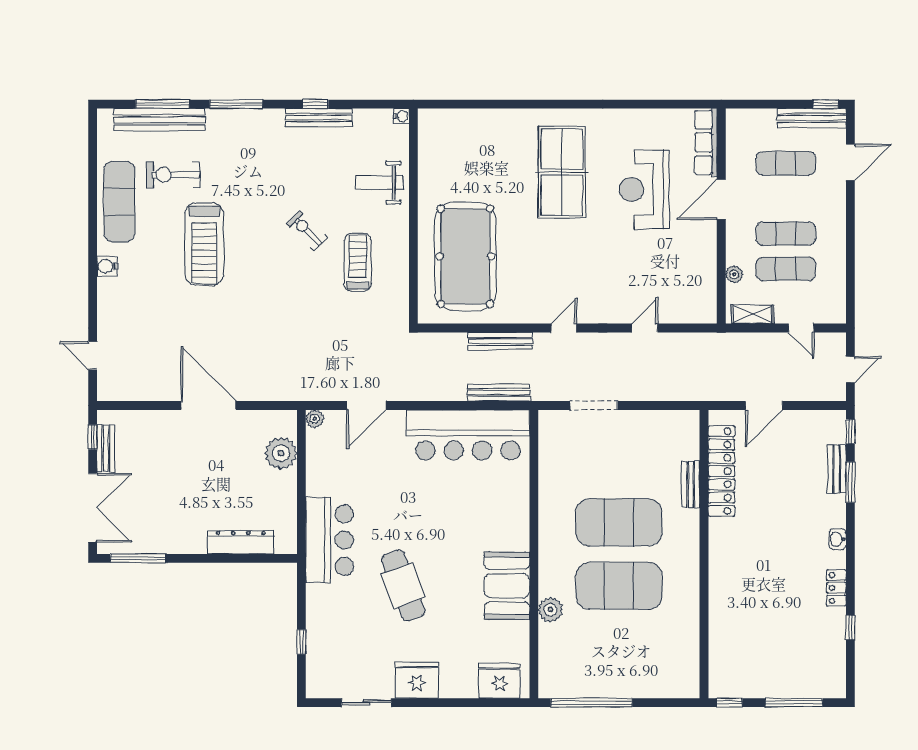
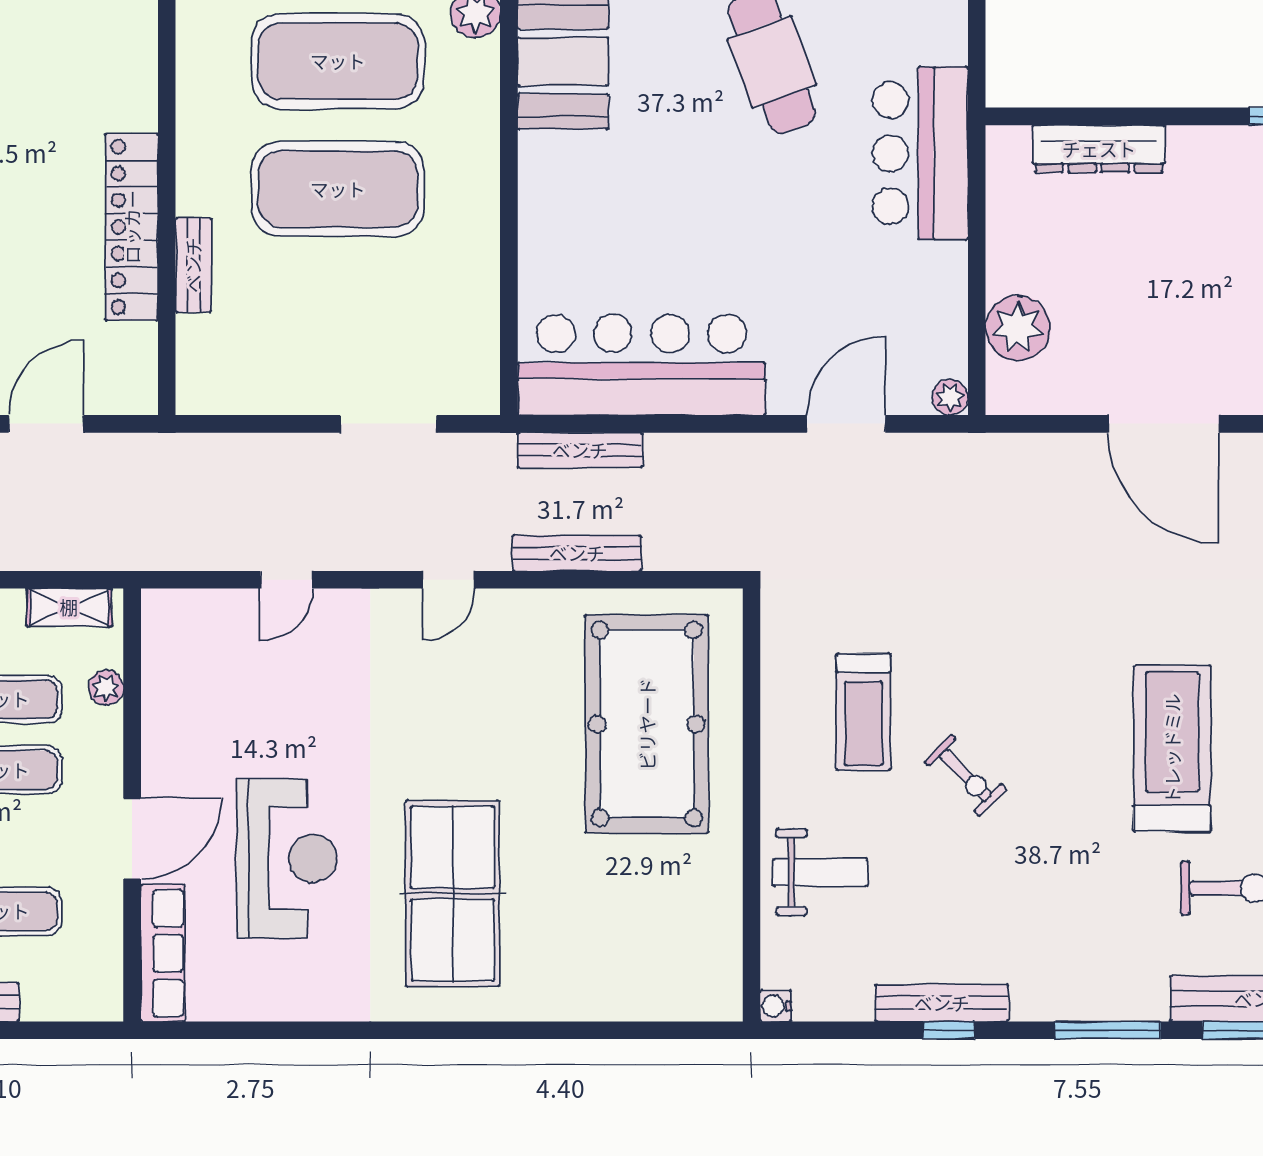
locker: (721, 471) -> (132, 227), moved

